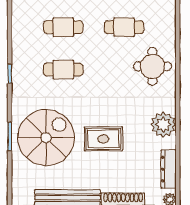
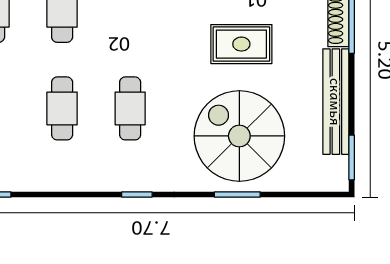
rug: (103, 139) -> (241, 44), turned 90

